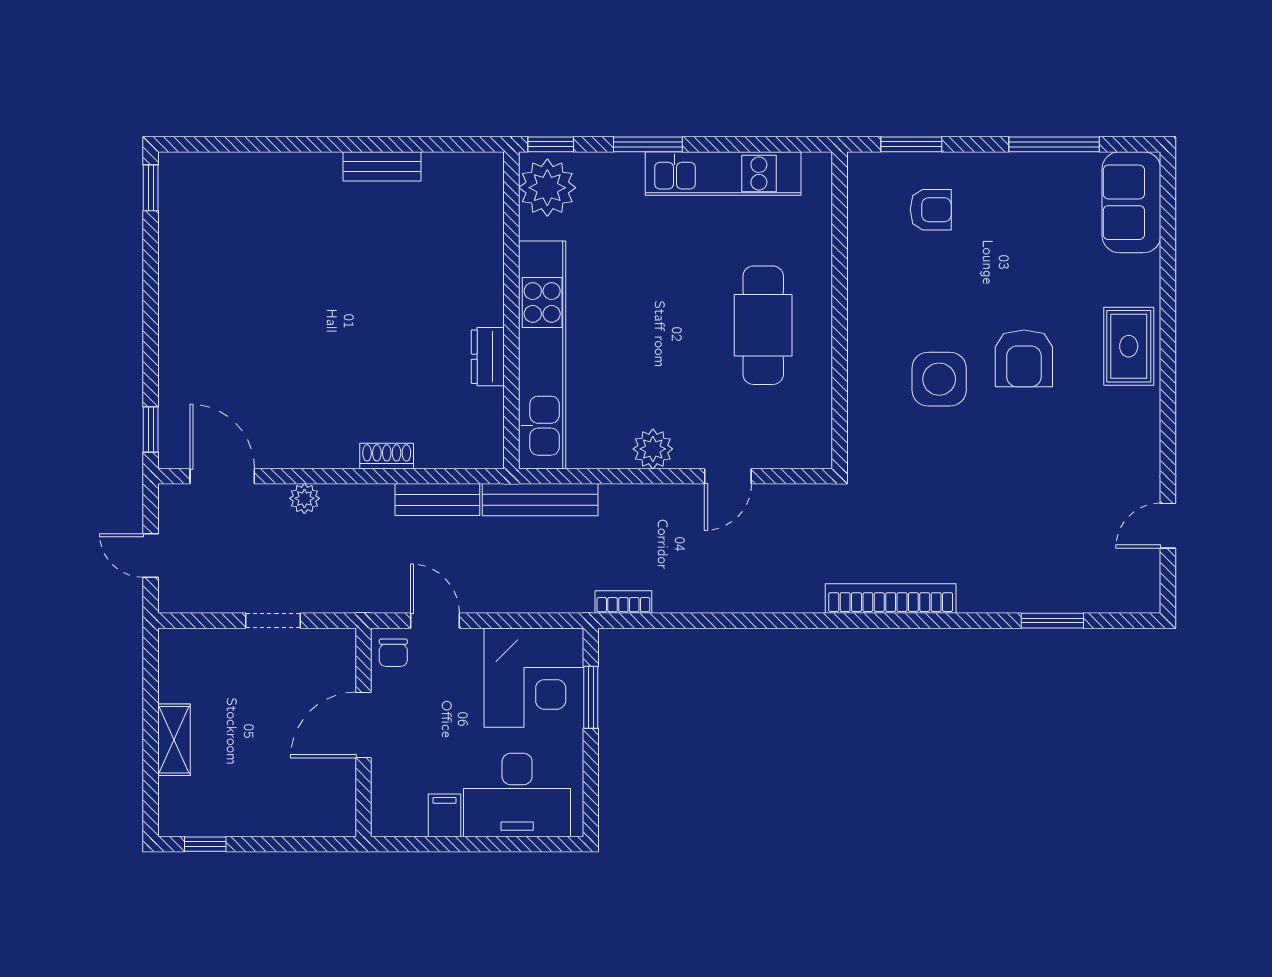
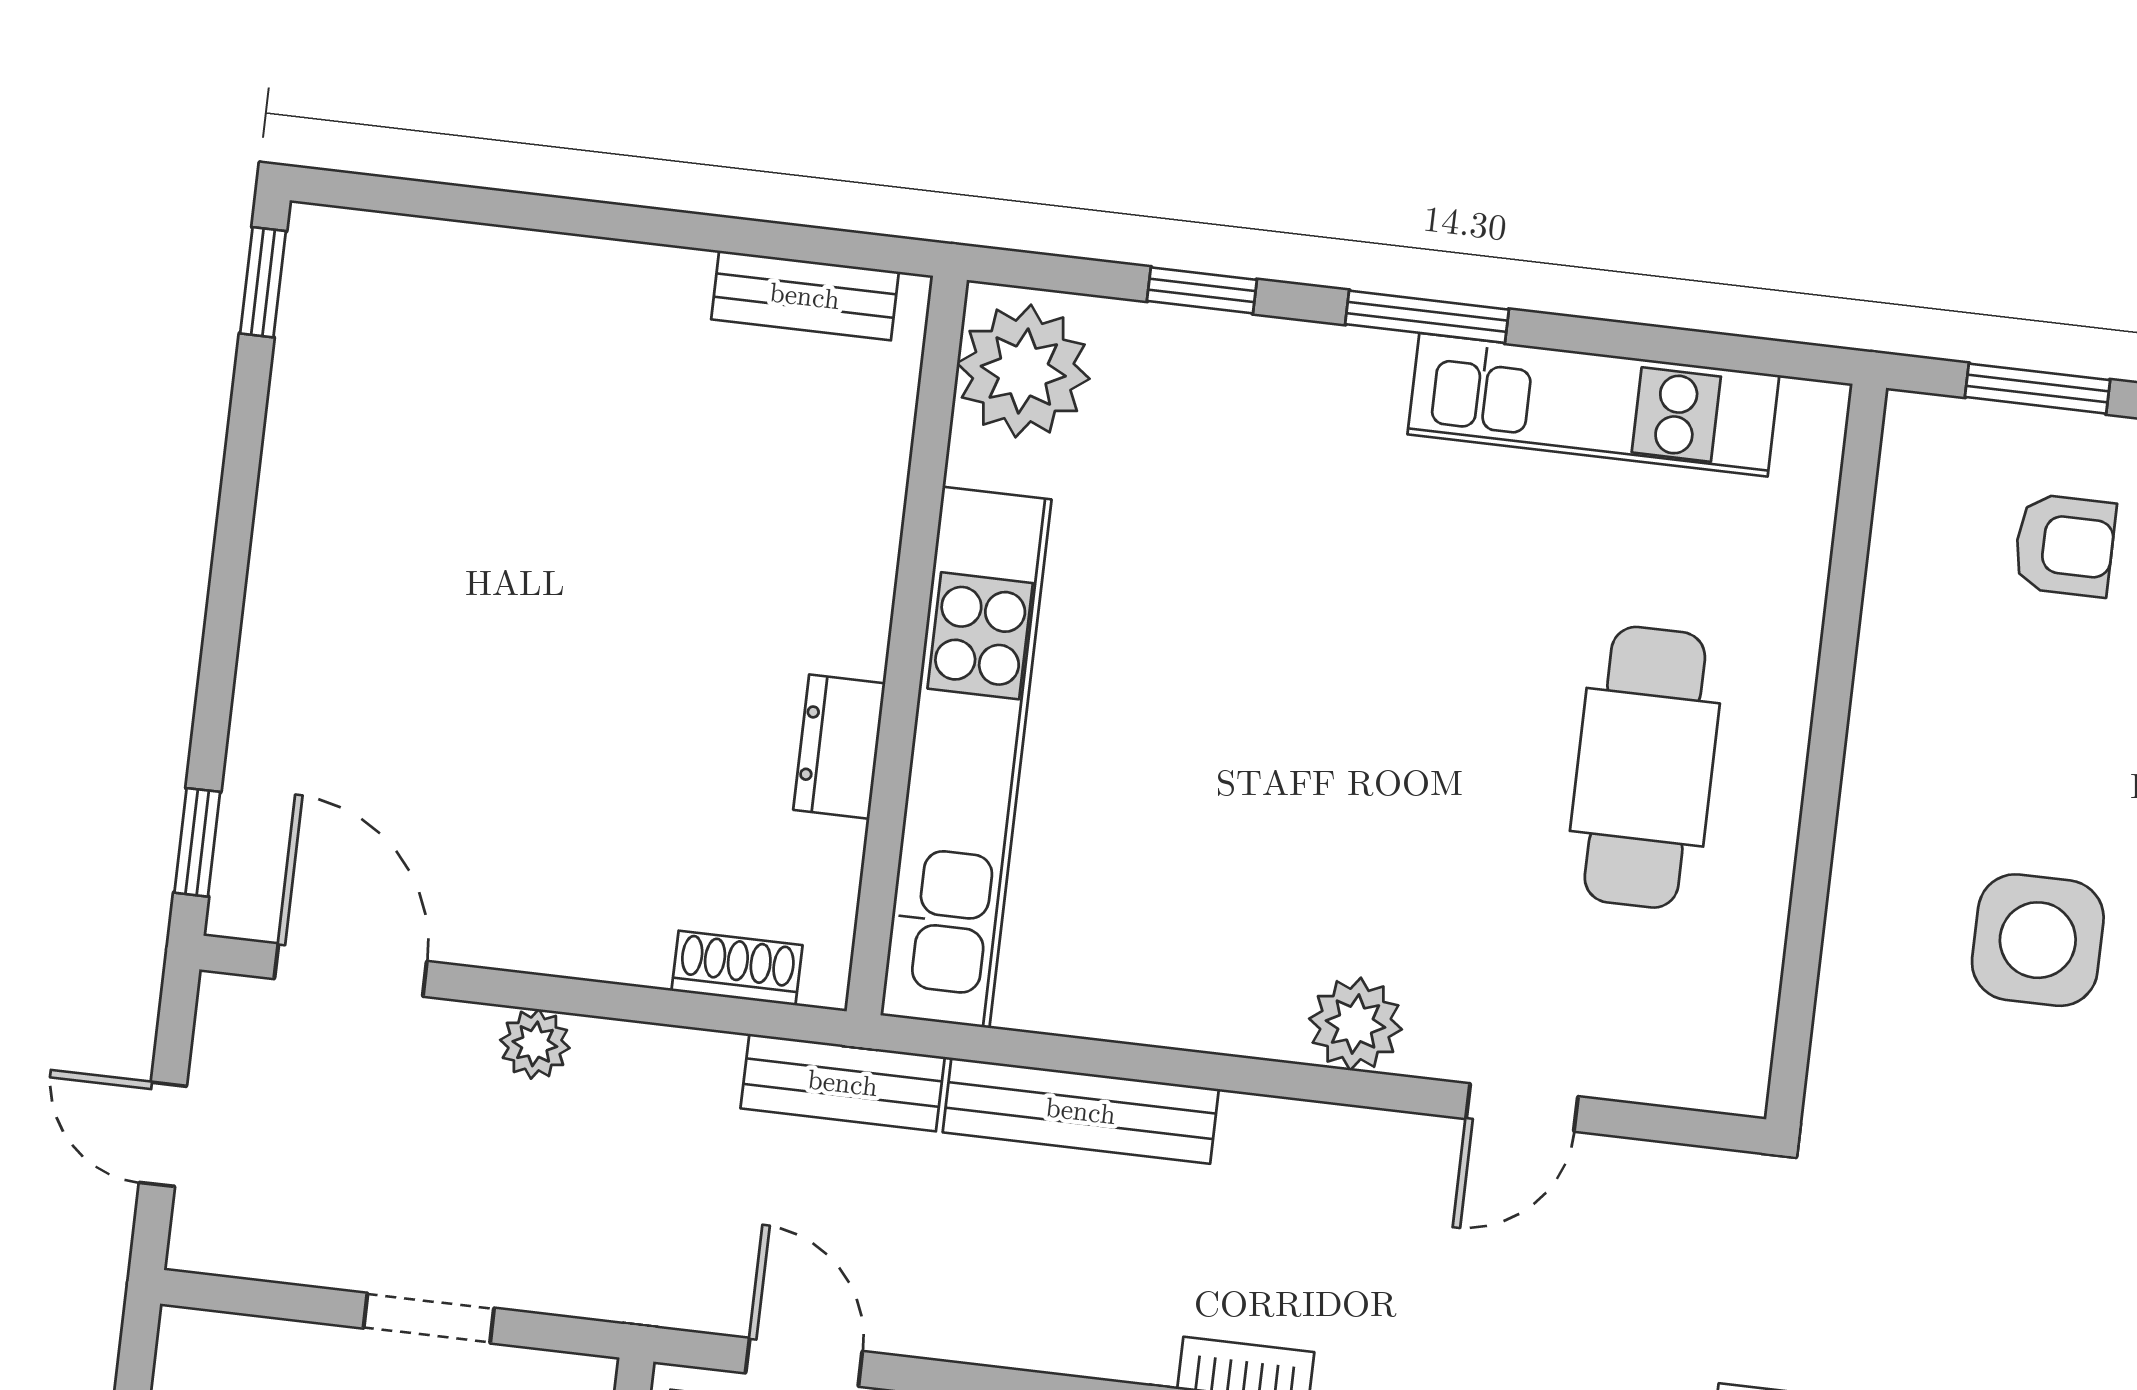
plant: (547, 188) -> (1023, 371), moved
wall: (511, 310) -> (907, 646), moved
kitchen unit: (542, 355) -> (966, 757), moved
dresser: (488, 357) -> (839, 747), moved

